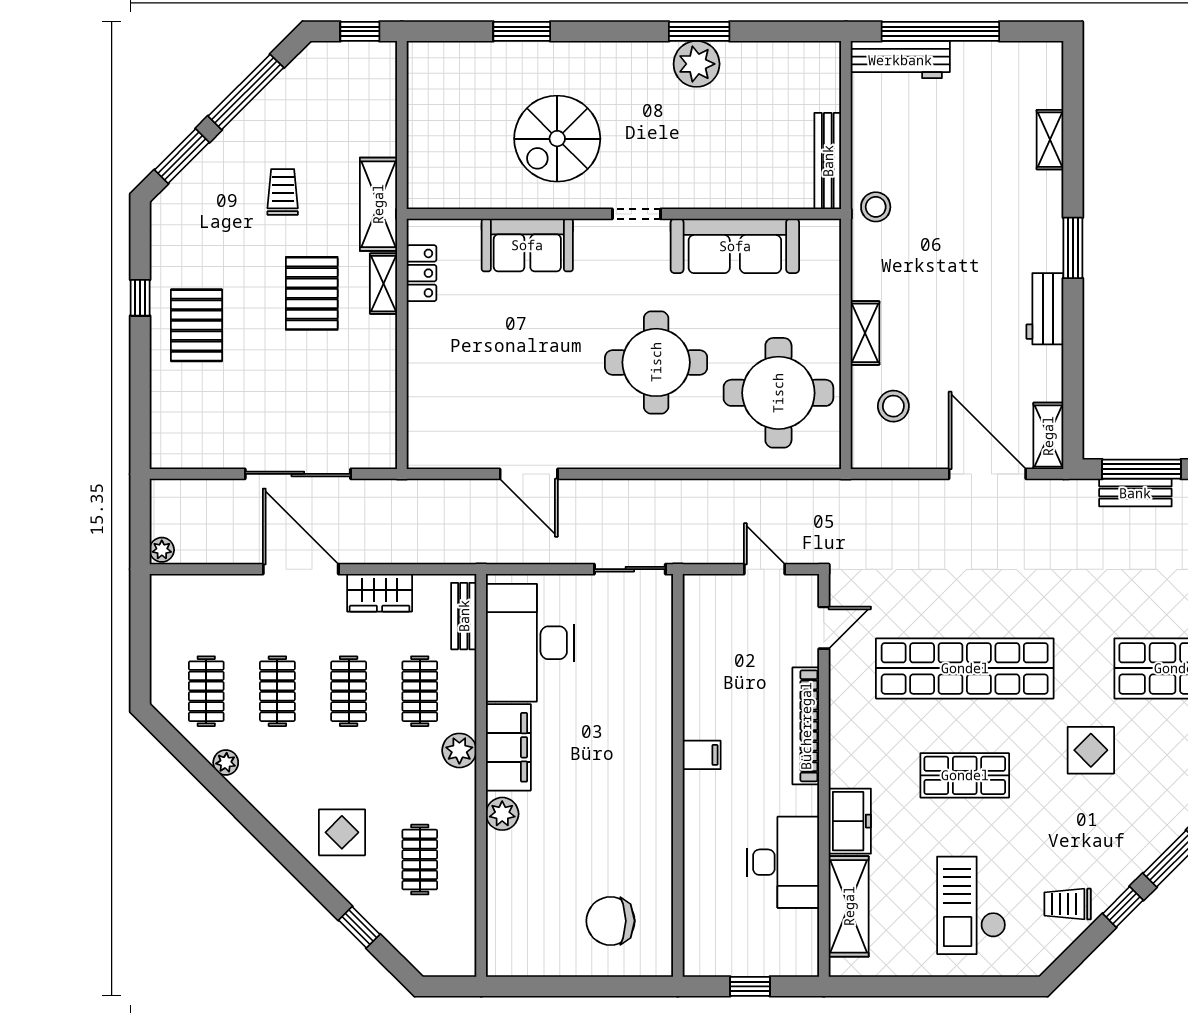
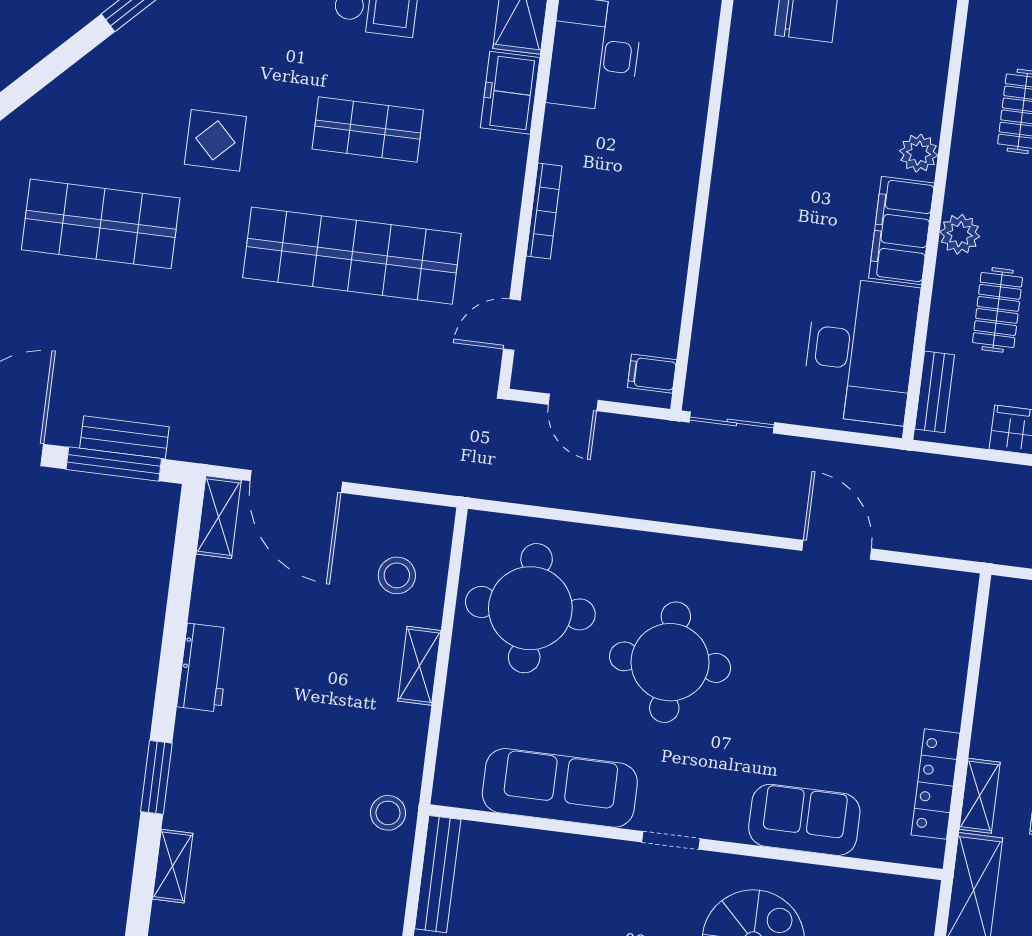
window: (1073, 248) -> (156, 777), moved
locker: (422, 273) -> (936, 784), width x1.53
bookcase: (806, 726) -> (544, 211), width x0.68, depth x0.76
filing cabinet: (702, 755) -> (652, 374), moved

